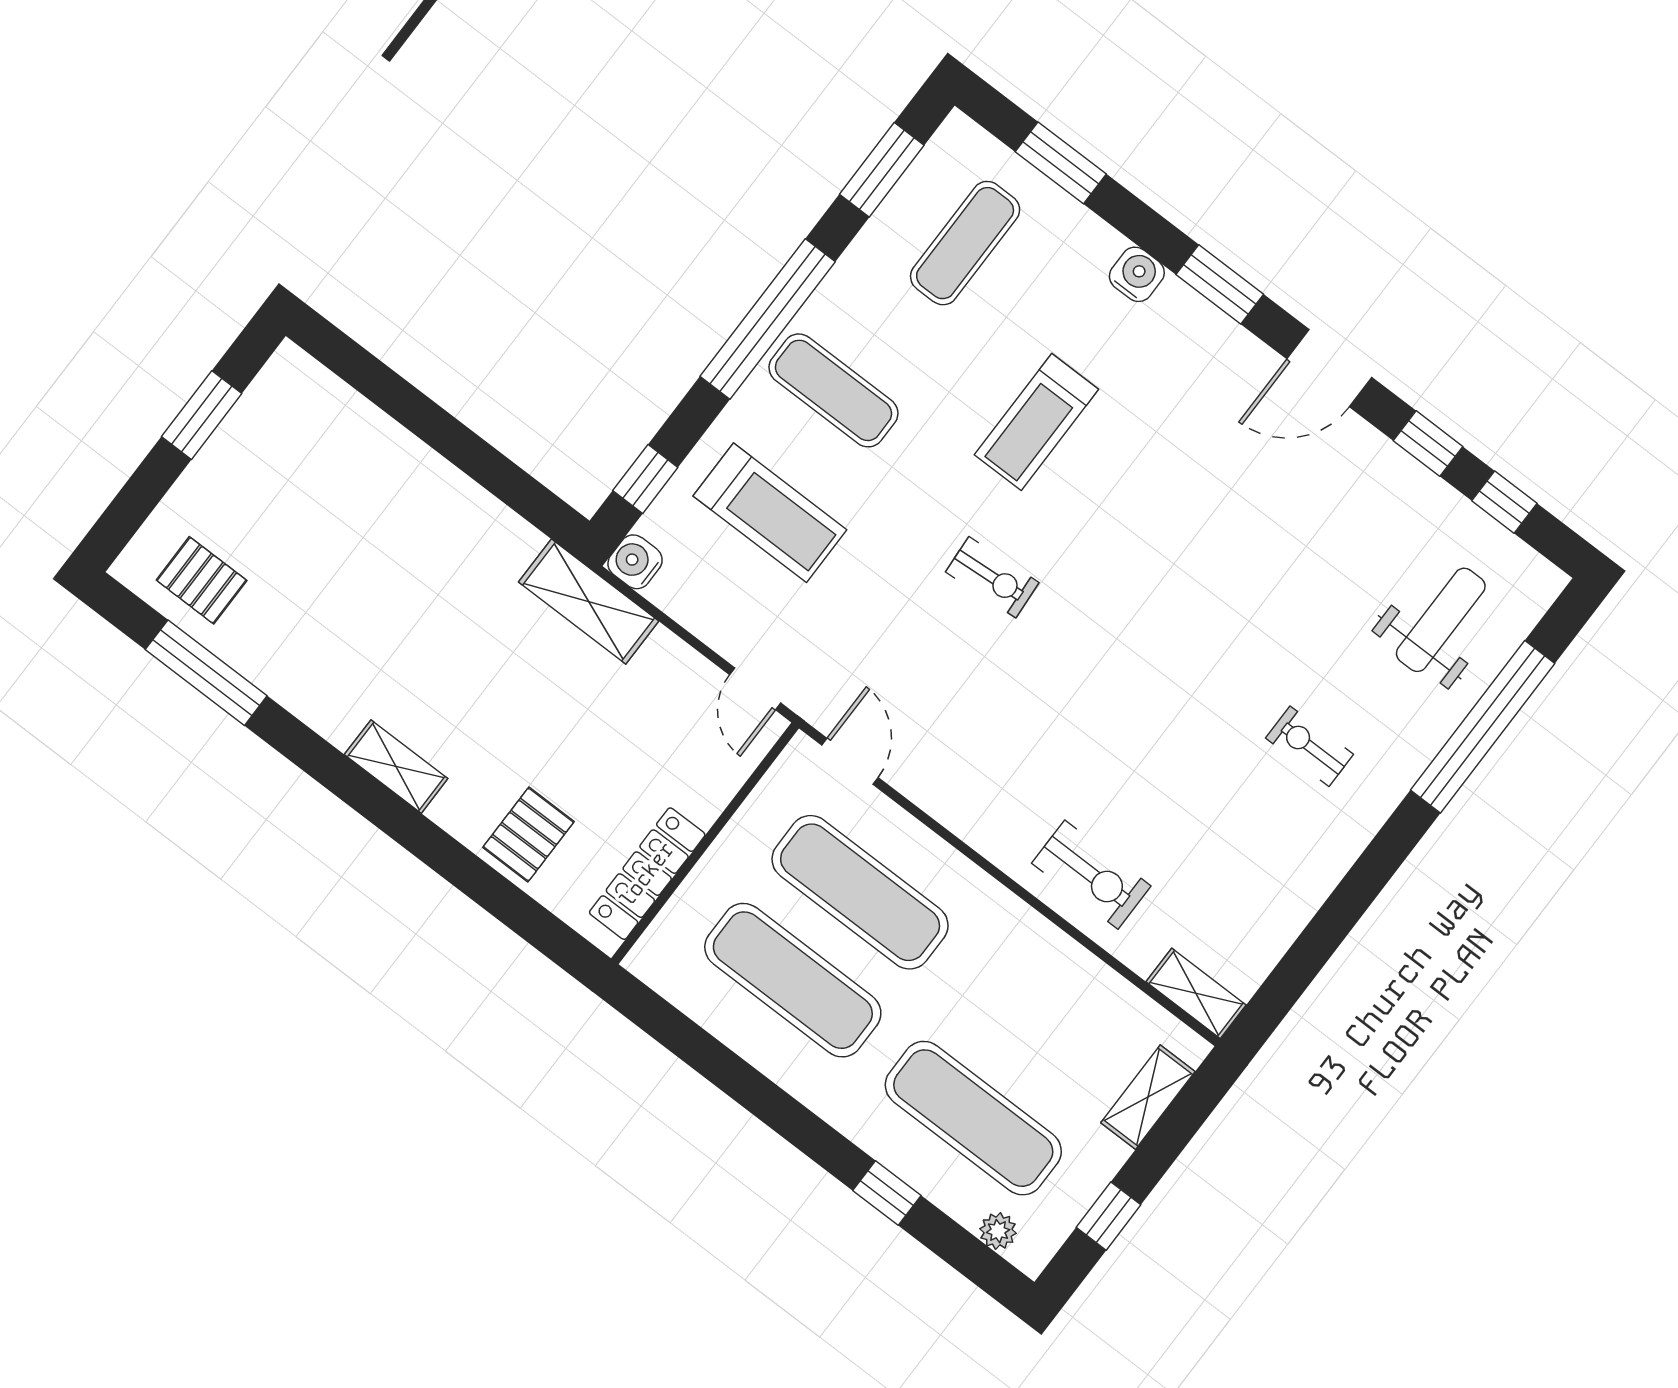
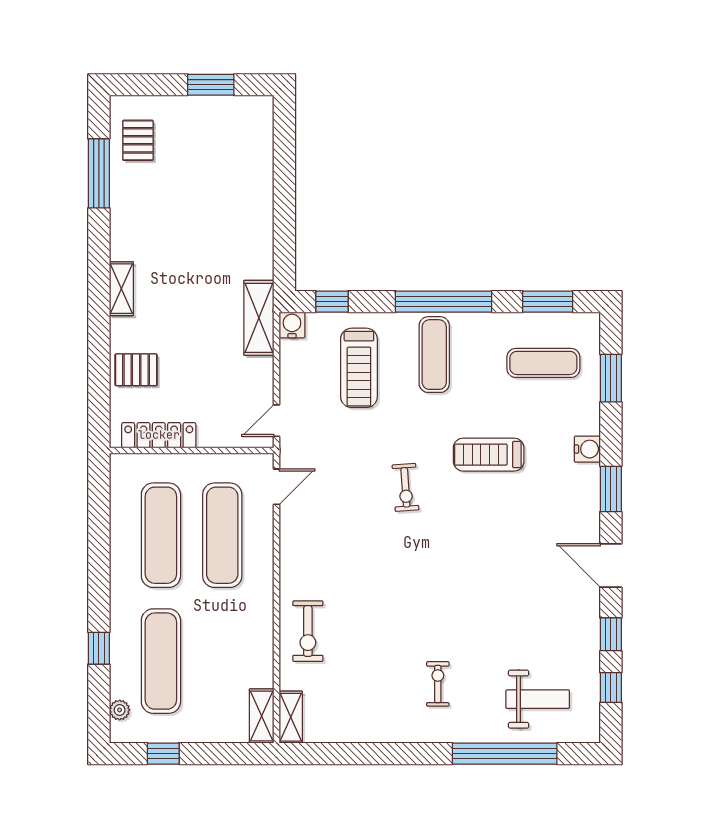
shelving: (1148, 1097) -> (262, 716), moved, turned 90

